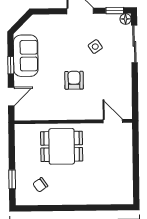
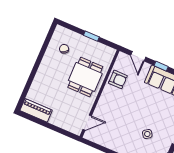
armchair: (74, 80) -> (118, 79), moved
window: (12, 179) -> (91, 36), moved
piano: (125, 186) -> (36, 110), added

